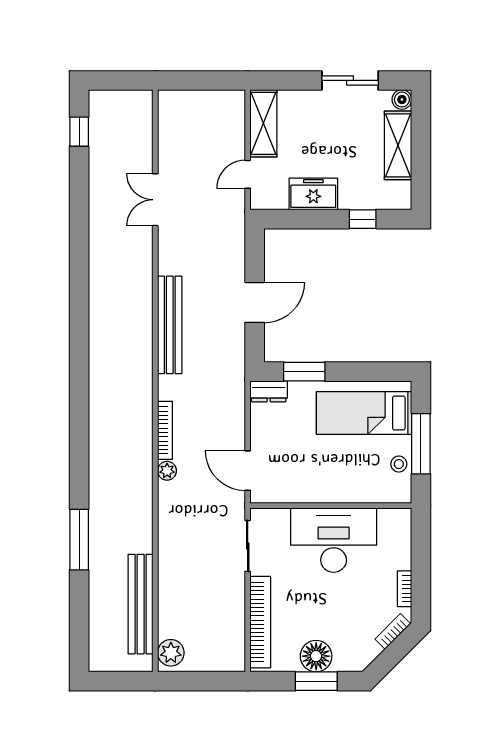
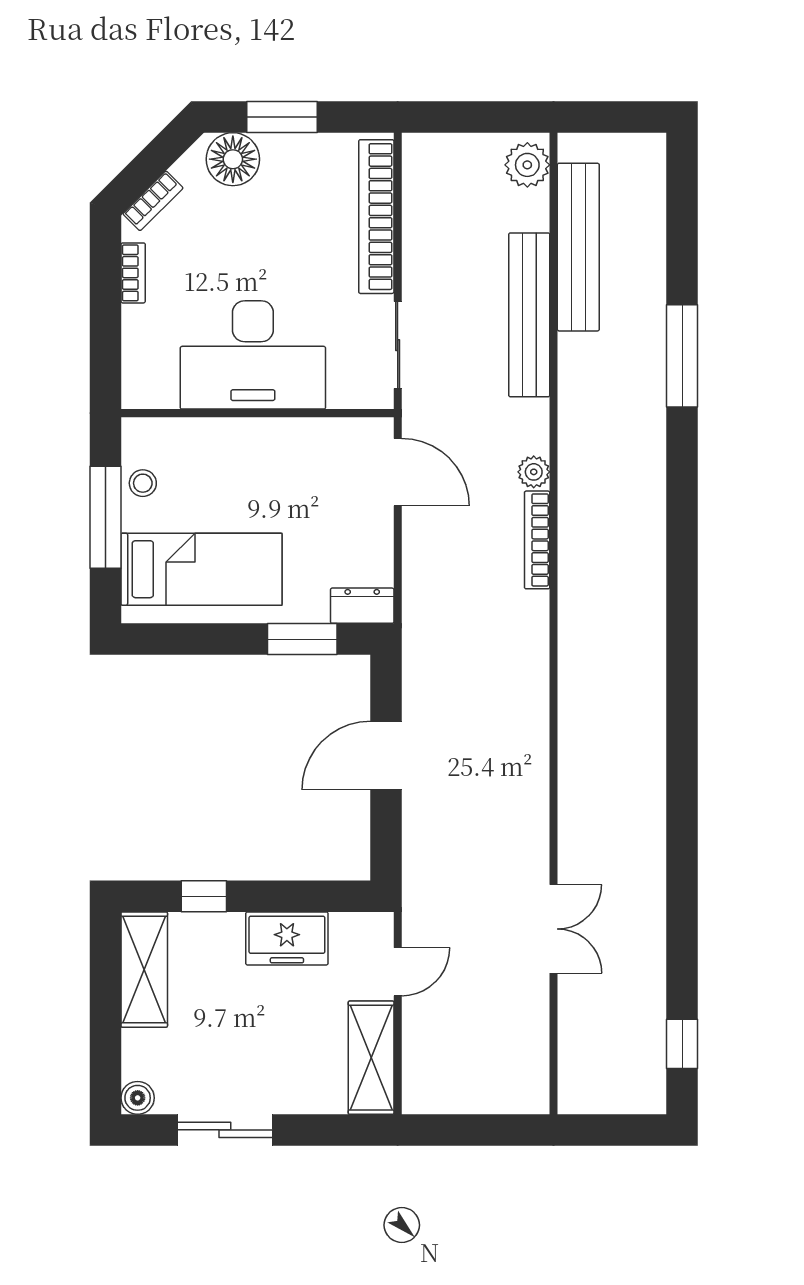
shelving: (398, 145) -> (144, 970), moved
bench: (170, 325) -> (529, 315), moved
floor lamp: (316, 656) -> (233, 159), moved

